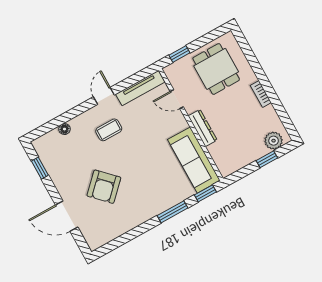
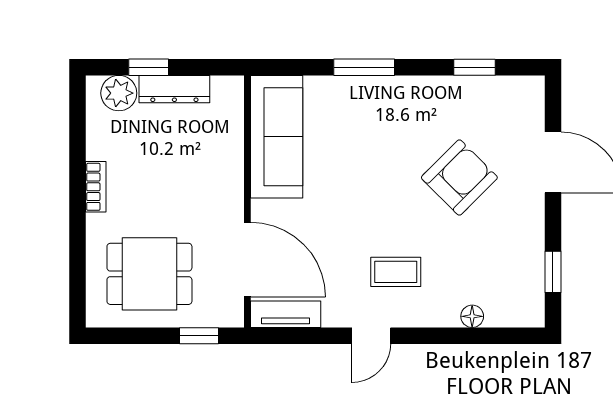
dining table: (216, 69) -> (149, 274), turned 90
tv unit: (140, 88) -> (286, 314), width x0.71
door: (177, 99) -> (247, 260), width x1.88
dresser: (203, 128) -> (174, 89), moved, turned -90
window: (205, 193) -> (475, 67), moved

